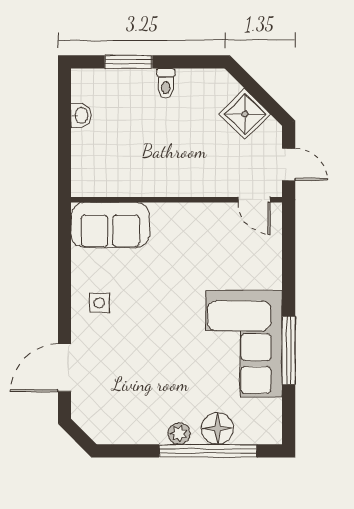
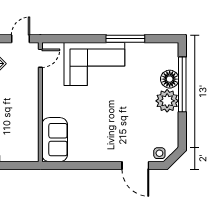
side table: (99, 303) -> (159, 153), moved
corner sofa: (244, 344) -> (94, 64), moved
plant: (179, 434) -> (167, 101), width x1.88, depth x1.88

